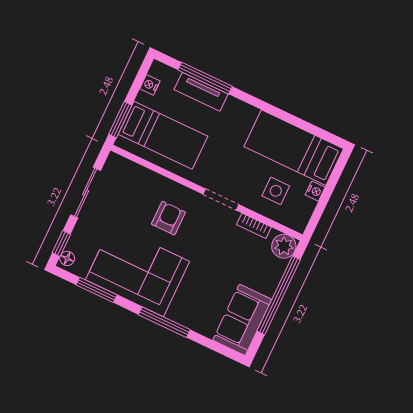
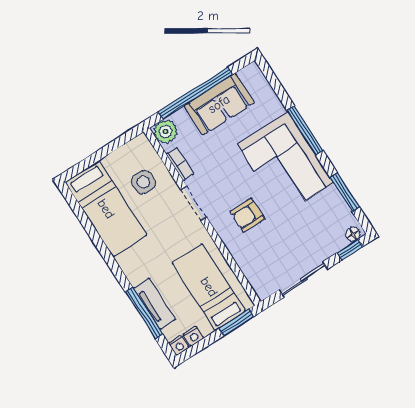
nightstand: (315, 191) -> (179, 346), moved, turned 180
corner sofa: (138, 271) -> (285, 163), moved
sofa: (242, 320) -> (219, 104), moved

